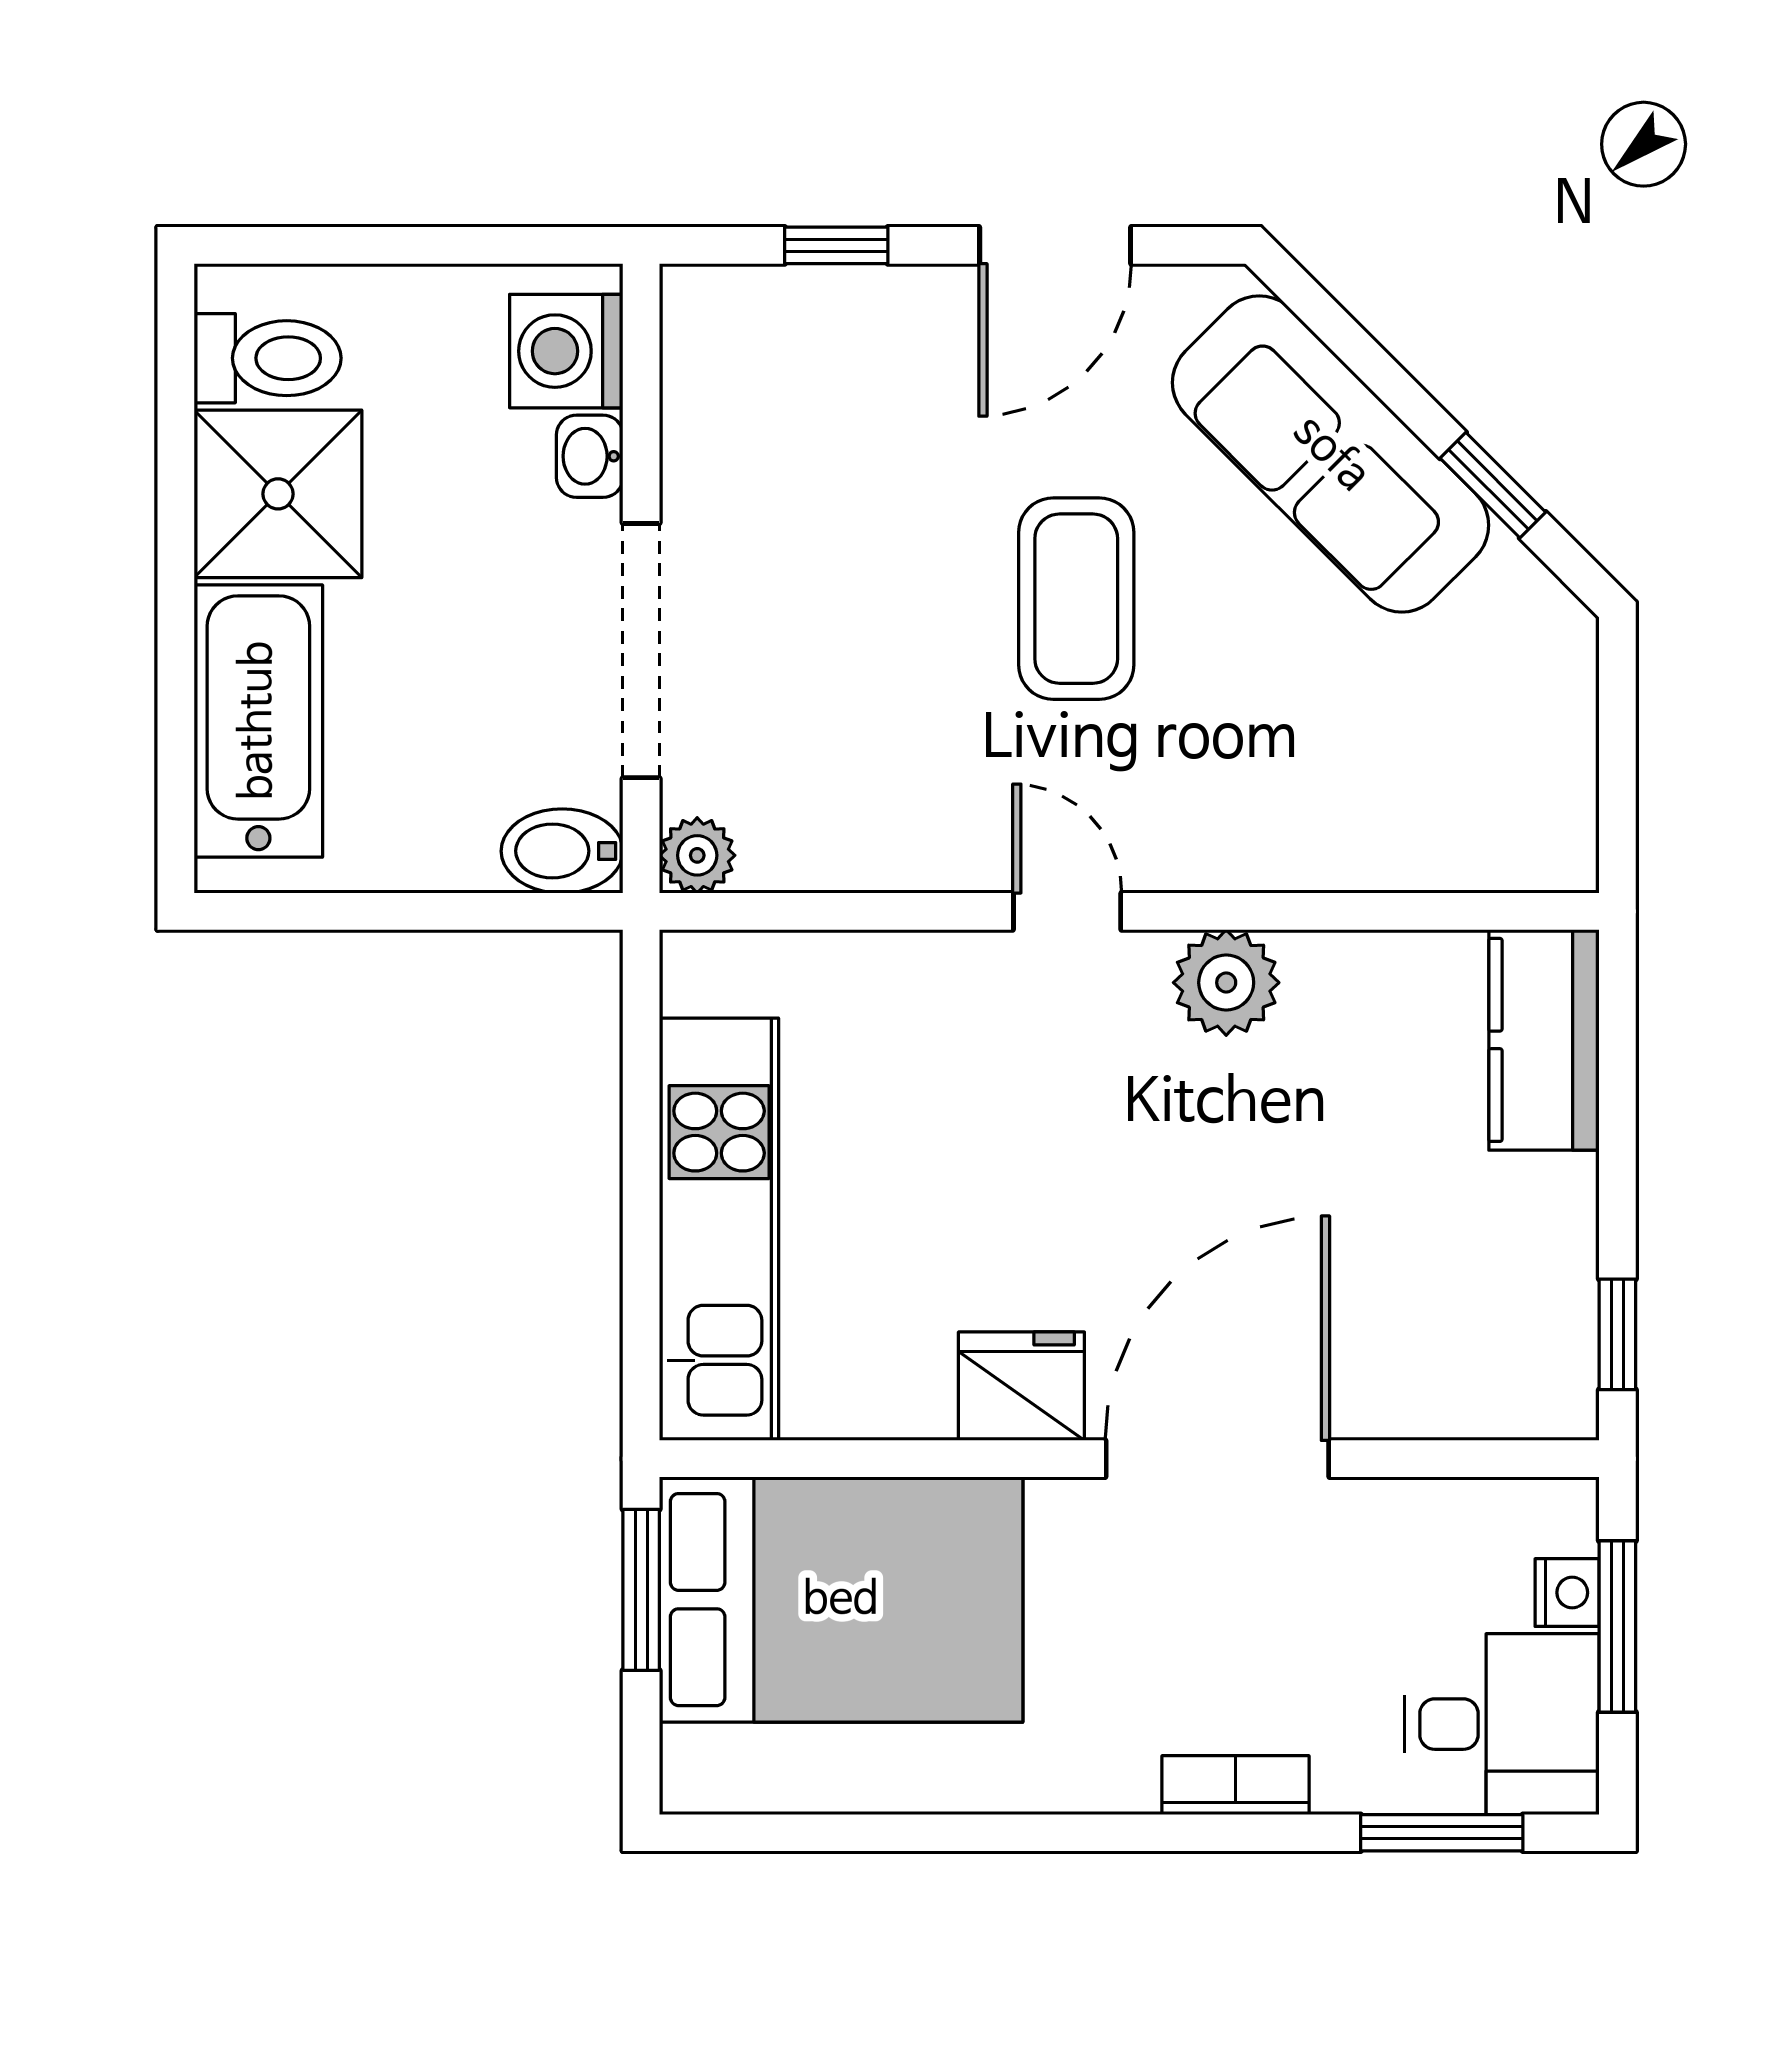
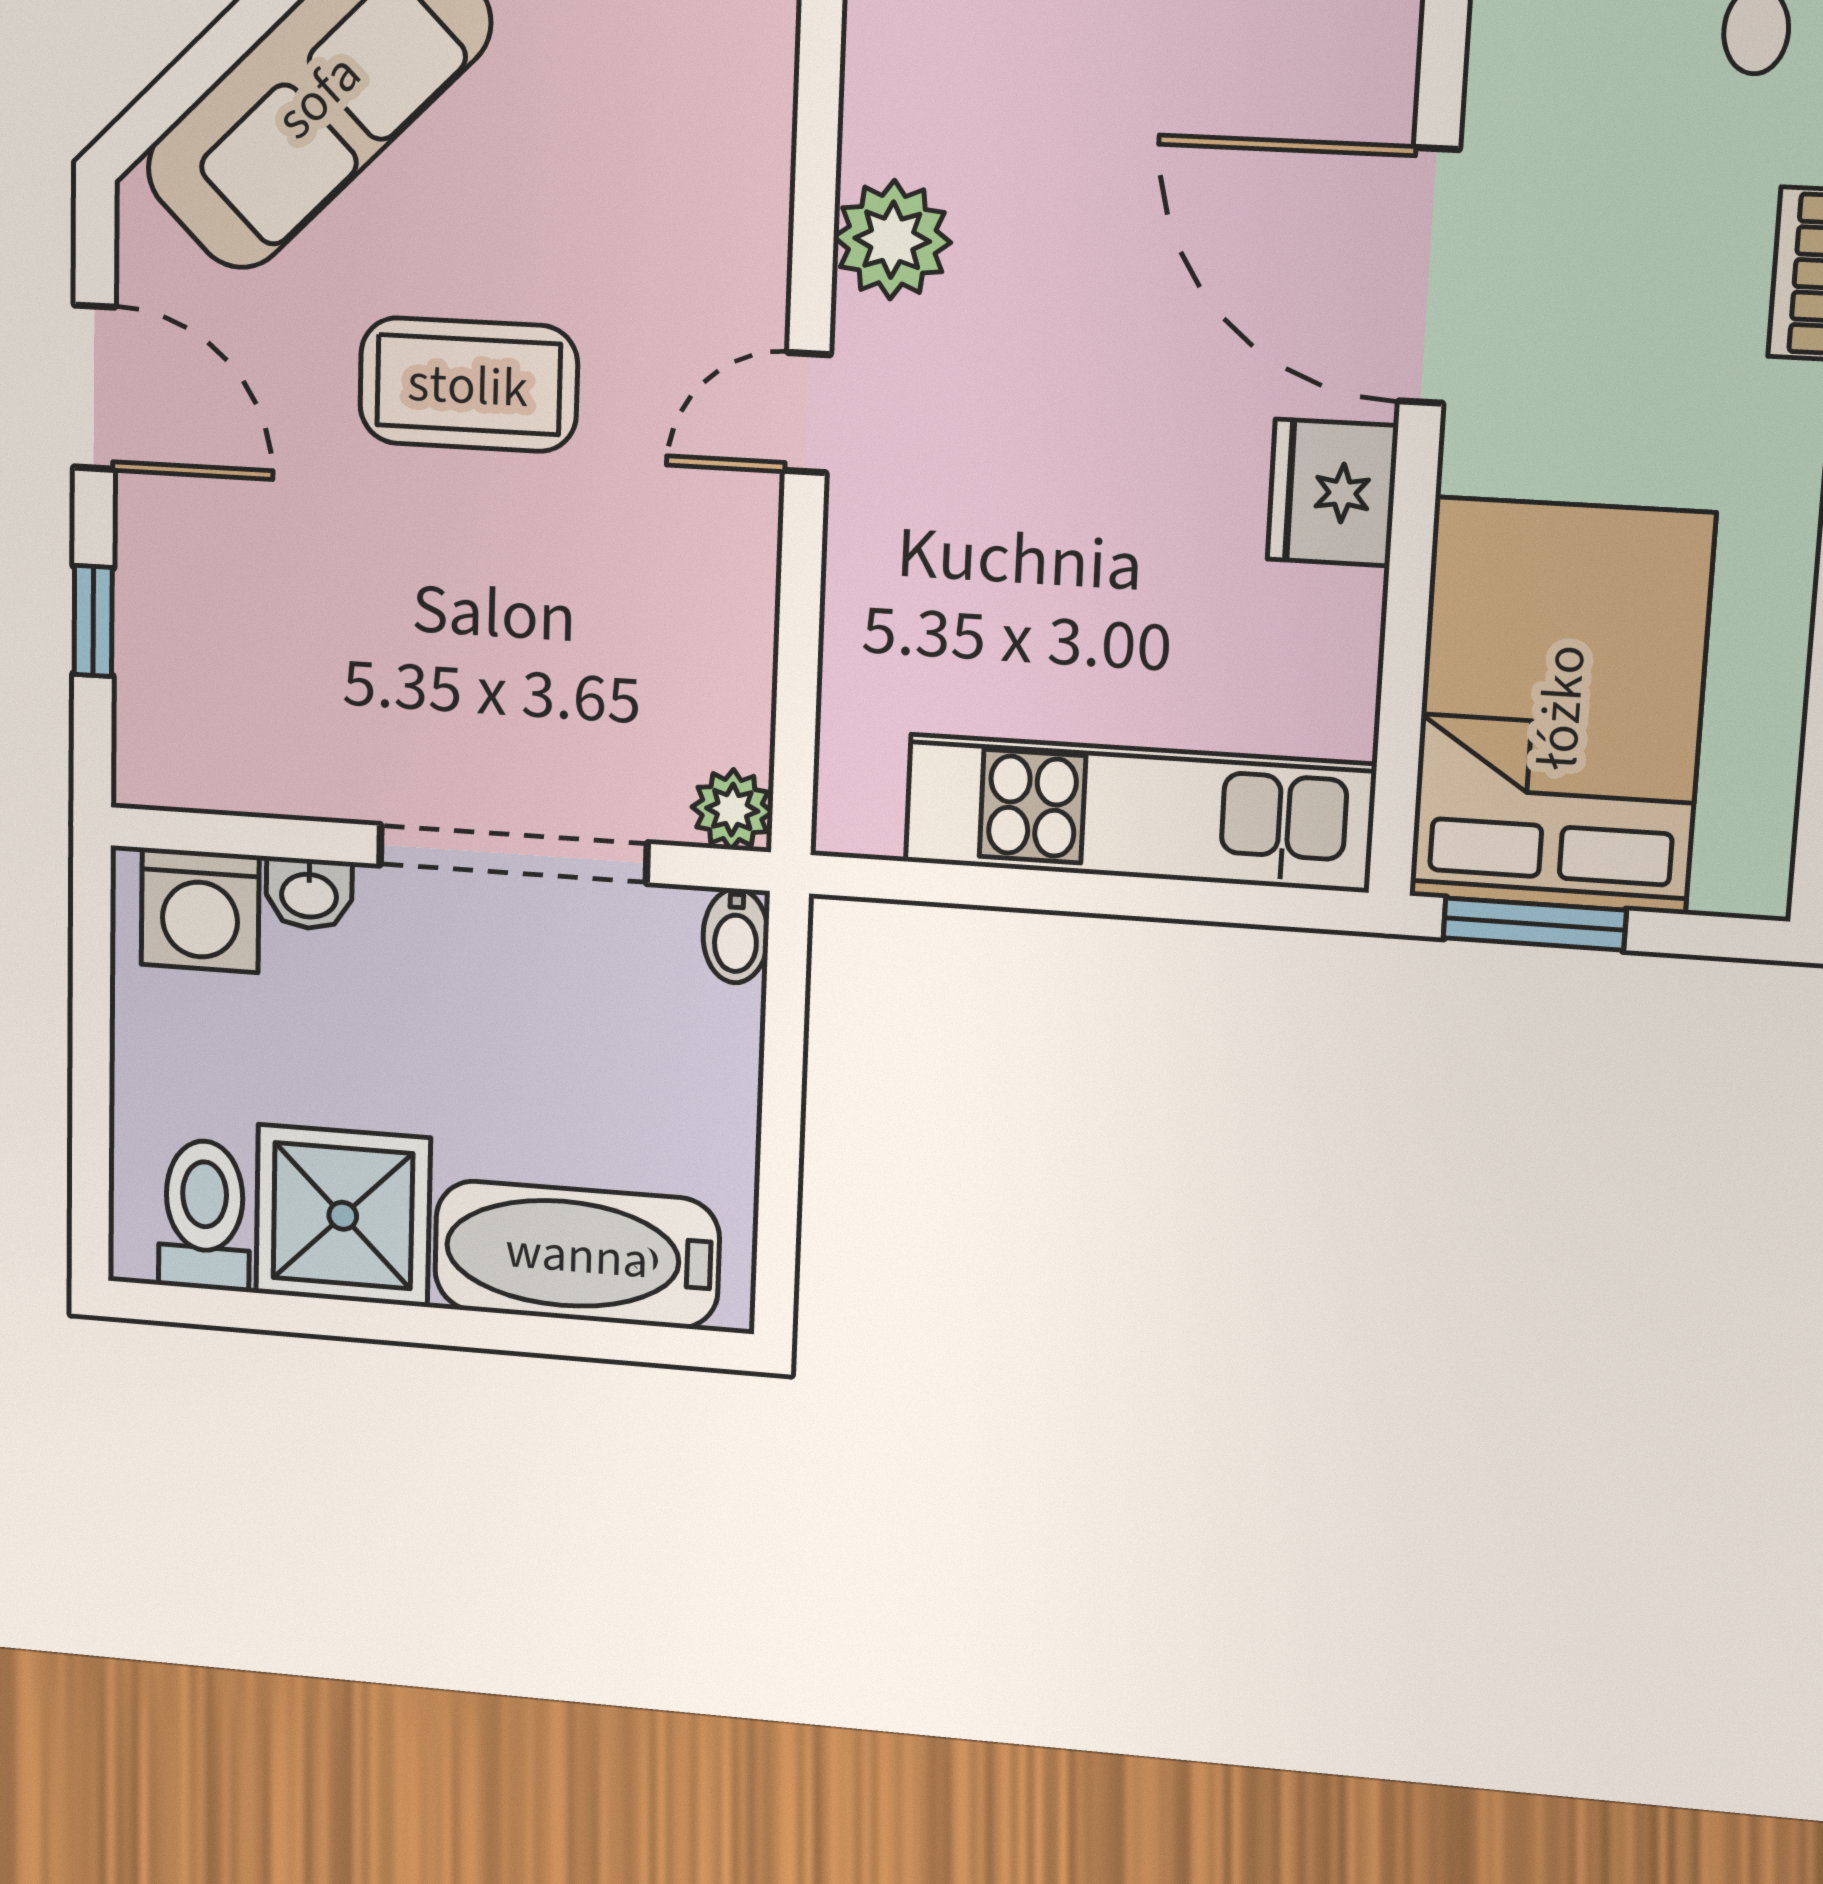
bidet: (562, 851) -> (736, 936), width x0.72, depth x0.74

